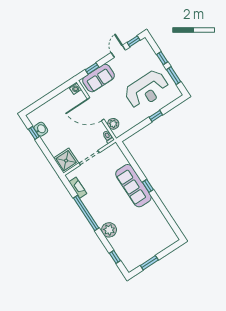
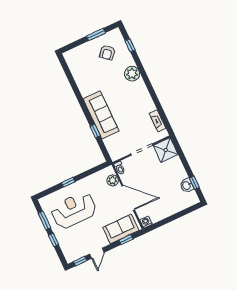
window: (148, 186) -> (95, 131), moved
window: (86, 213) -> (153, 94), removed
armchair: (136, 247) -> (107, 52), added

